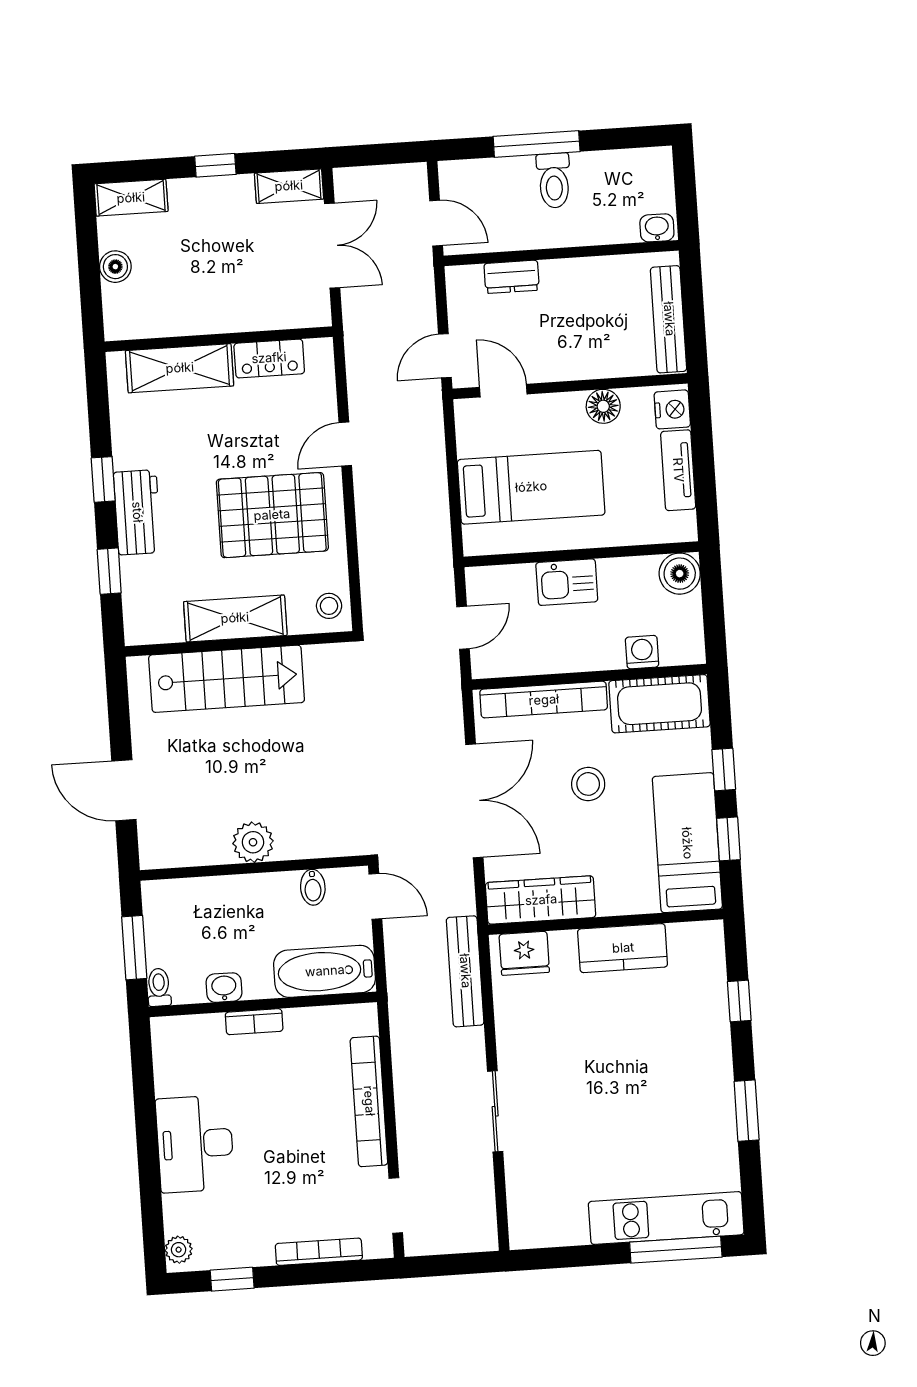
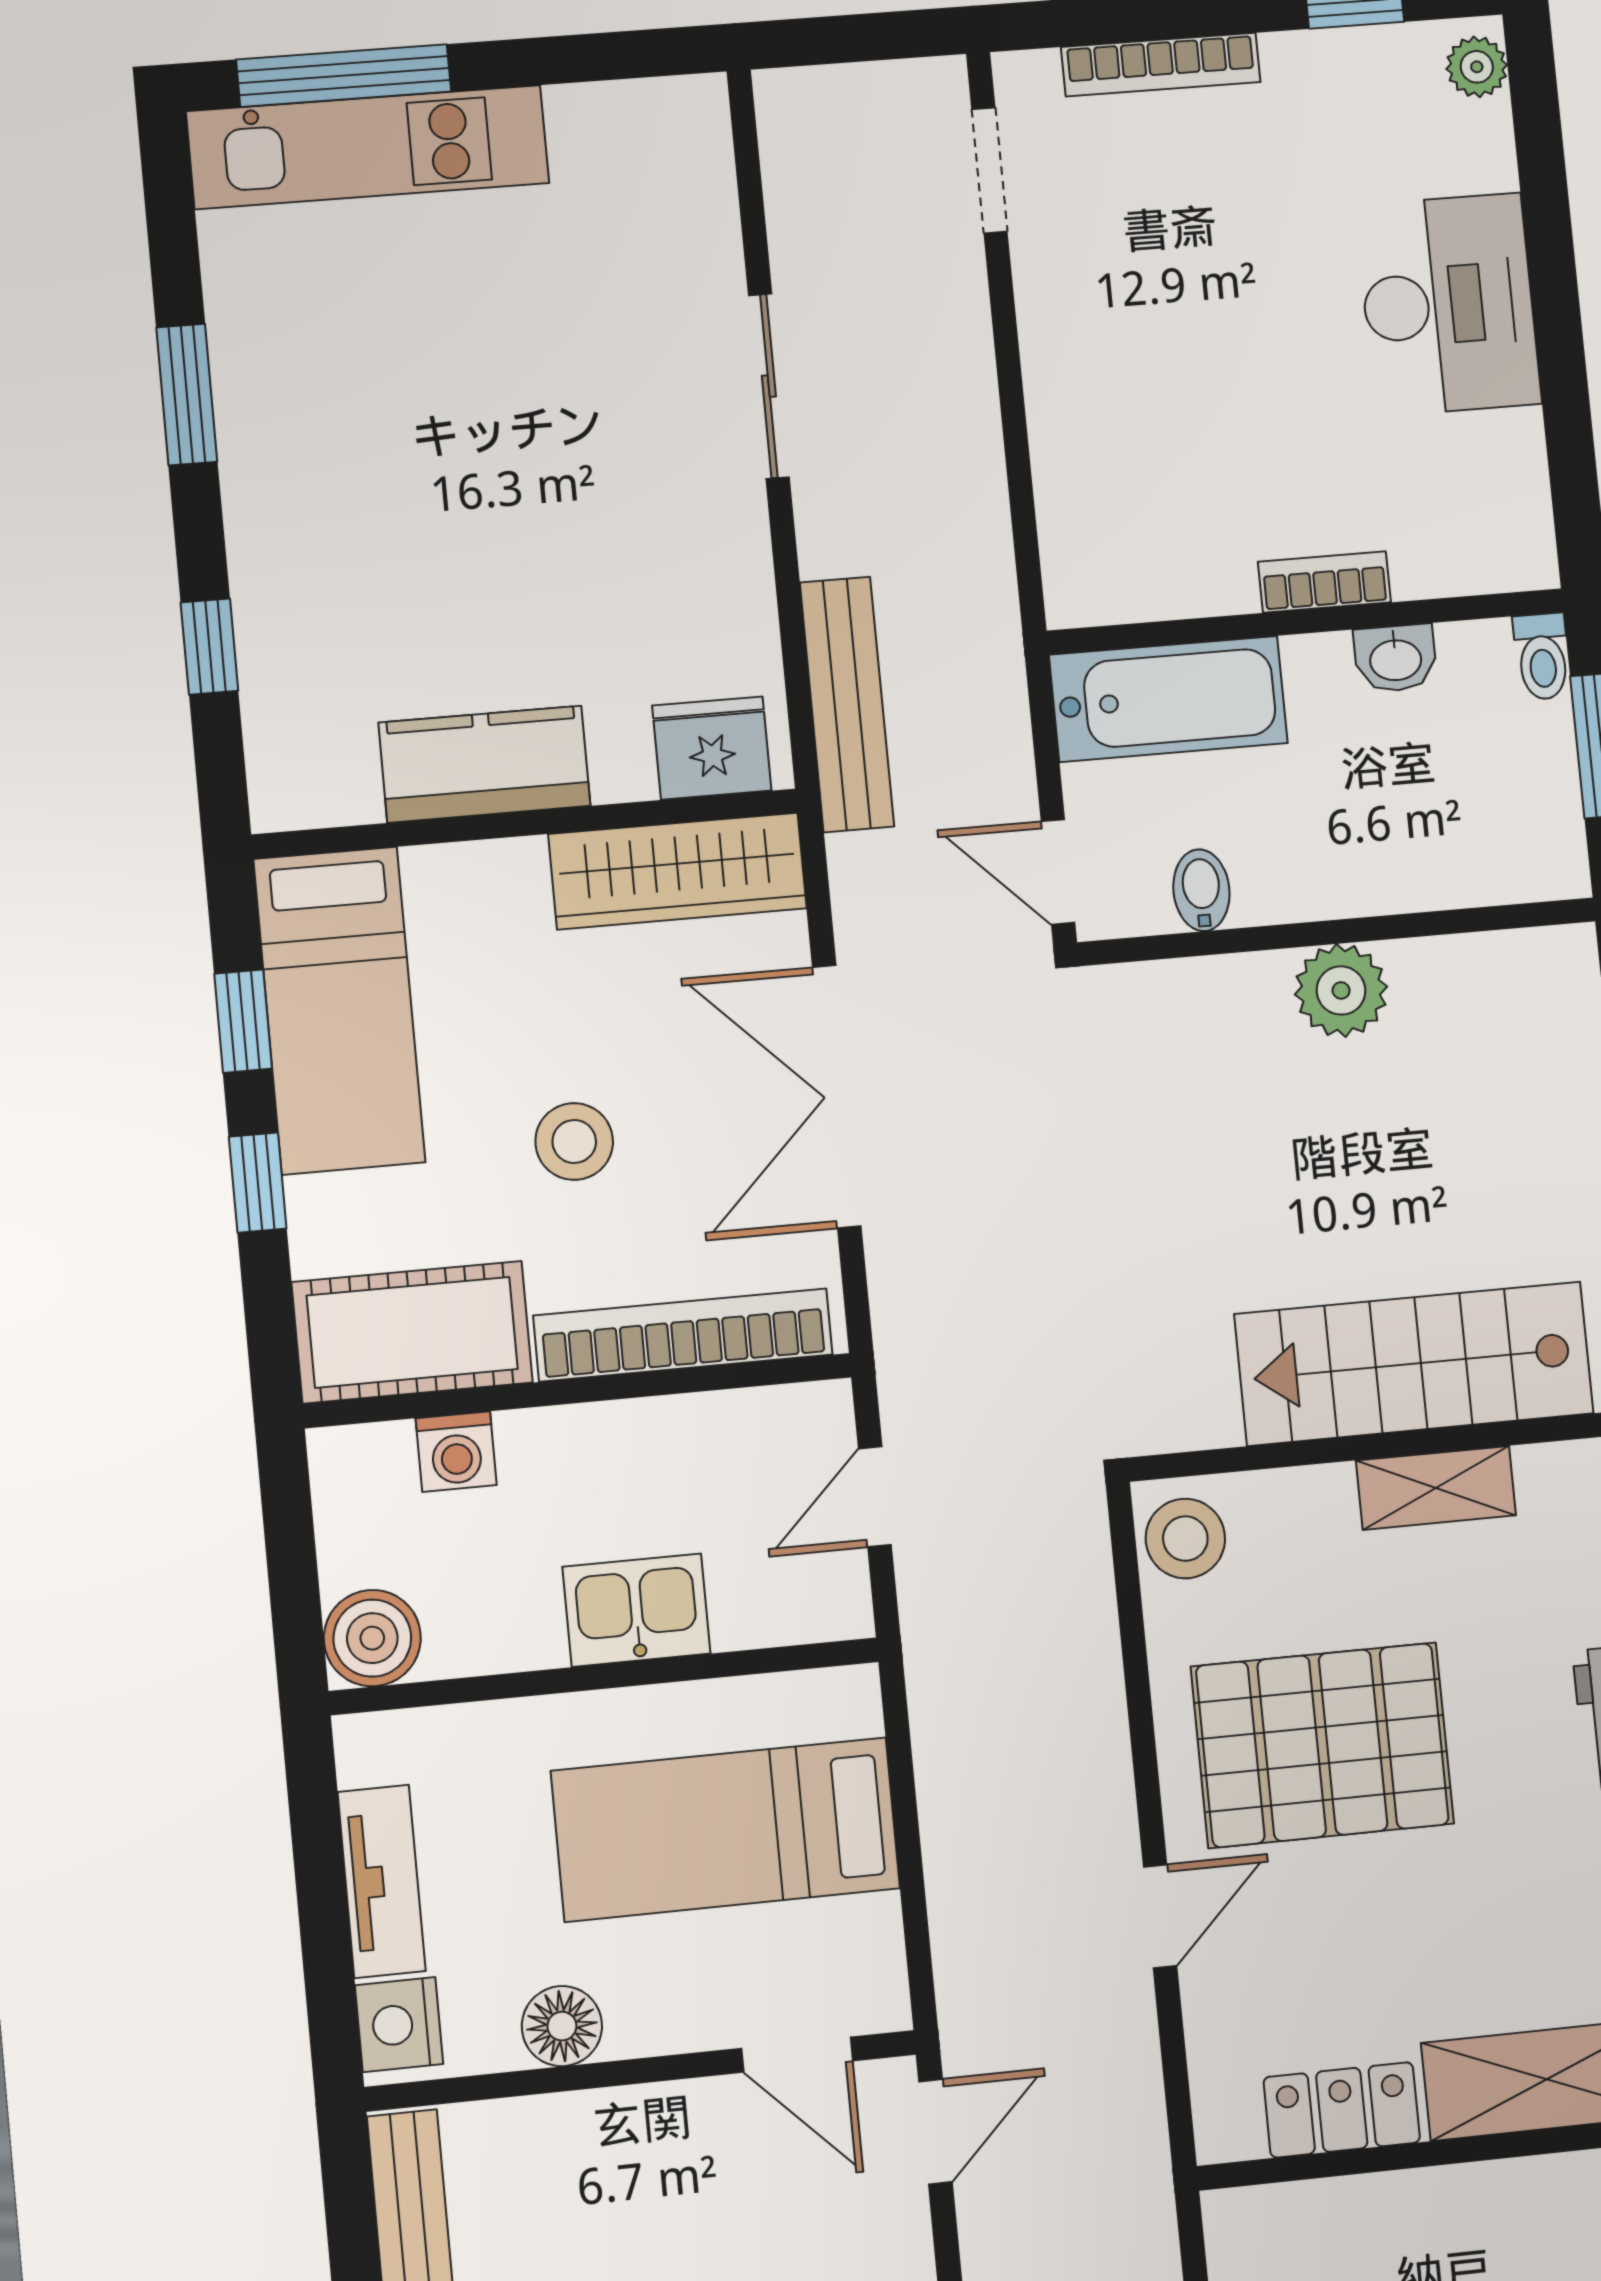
stool: (329, 606) -> (1185, 1539), width x1.37, depth x1.37
shelving: (235, 618) -> (1436, 1488), width x0.67, depth x0.75
bookcase: (369, 1101) -> (1058, 405), removed

